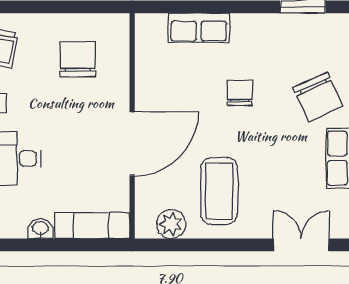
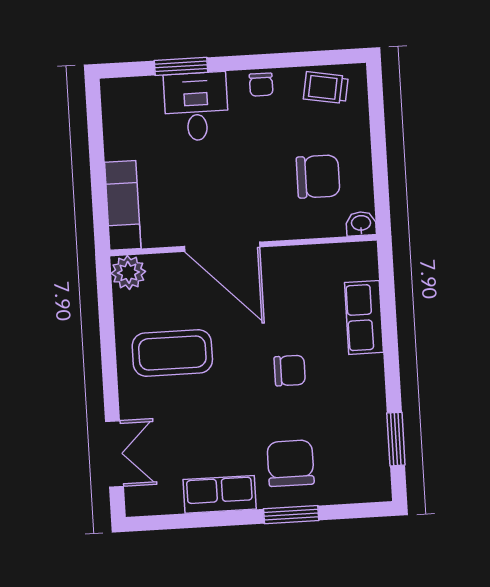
chair: (318, 97) -> (291, 463), turned 115
plant: (171, 224) -> (128, 272), moved
washbasin: (40, 229) -> (361, 224), moved, turned -90

